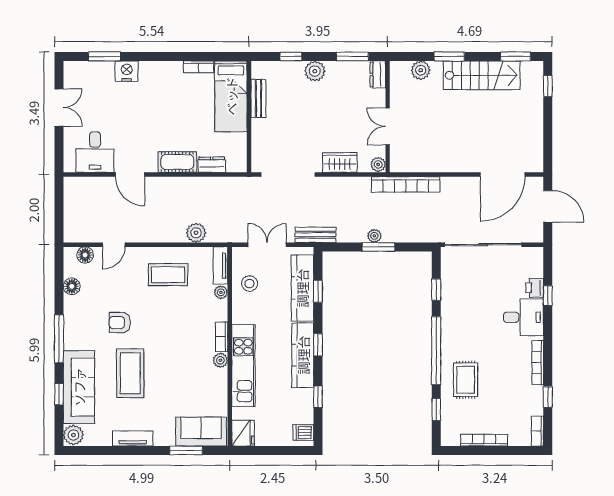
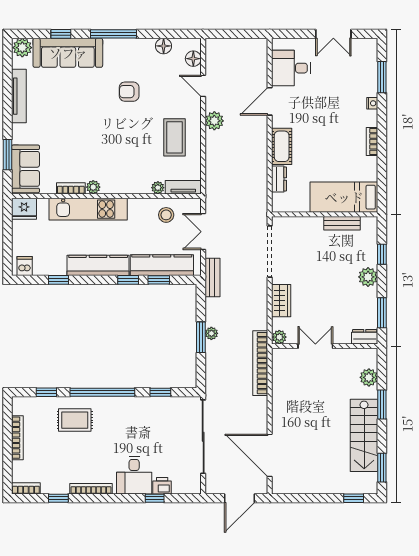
bookcase: (199, 67) -> (372, 141), moved
nightstand: (127, 71) -> (372, 103), width x0.53, depth x0.56
plant: (196, 233) -> (214, 121), moved
double door: (267, 245) -> (203, 232), swing flipped
armchair: (120, 323) -> (129, 92), turned -90
bookcase: (222, 337) -> (71, 188), moved
window: (318, 345) -> (128, 280), moved
coffee table: (130, 373) -> (81, 102), removed
tv unit: (133, 438) -> (19, 96), width x1.41

